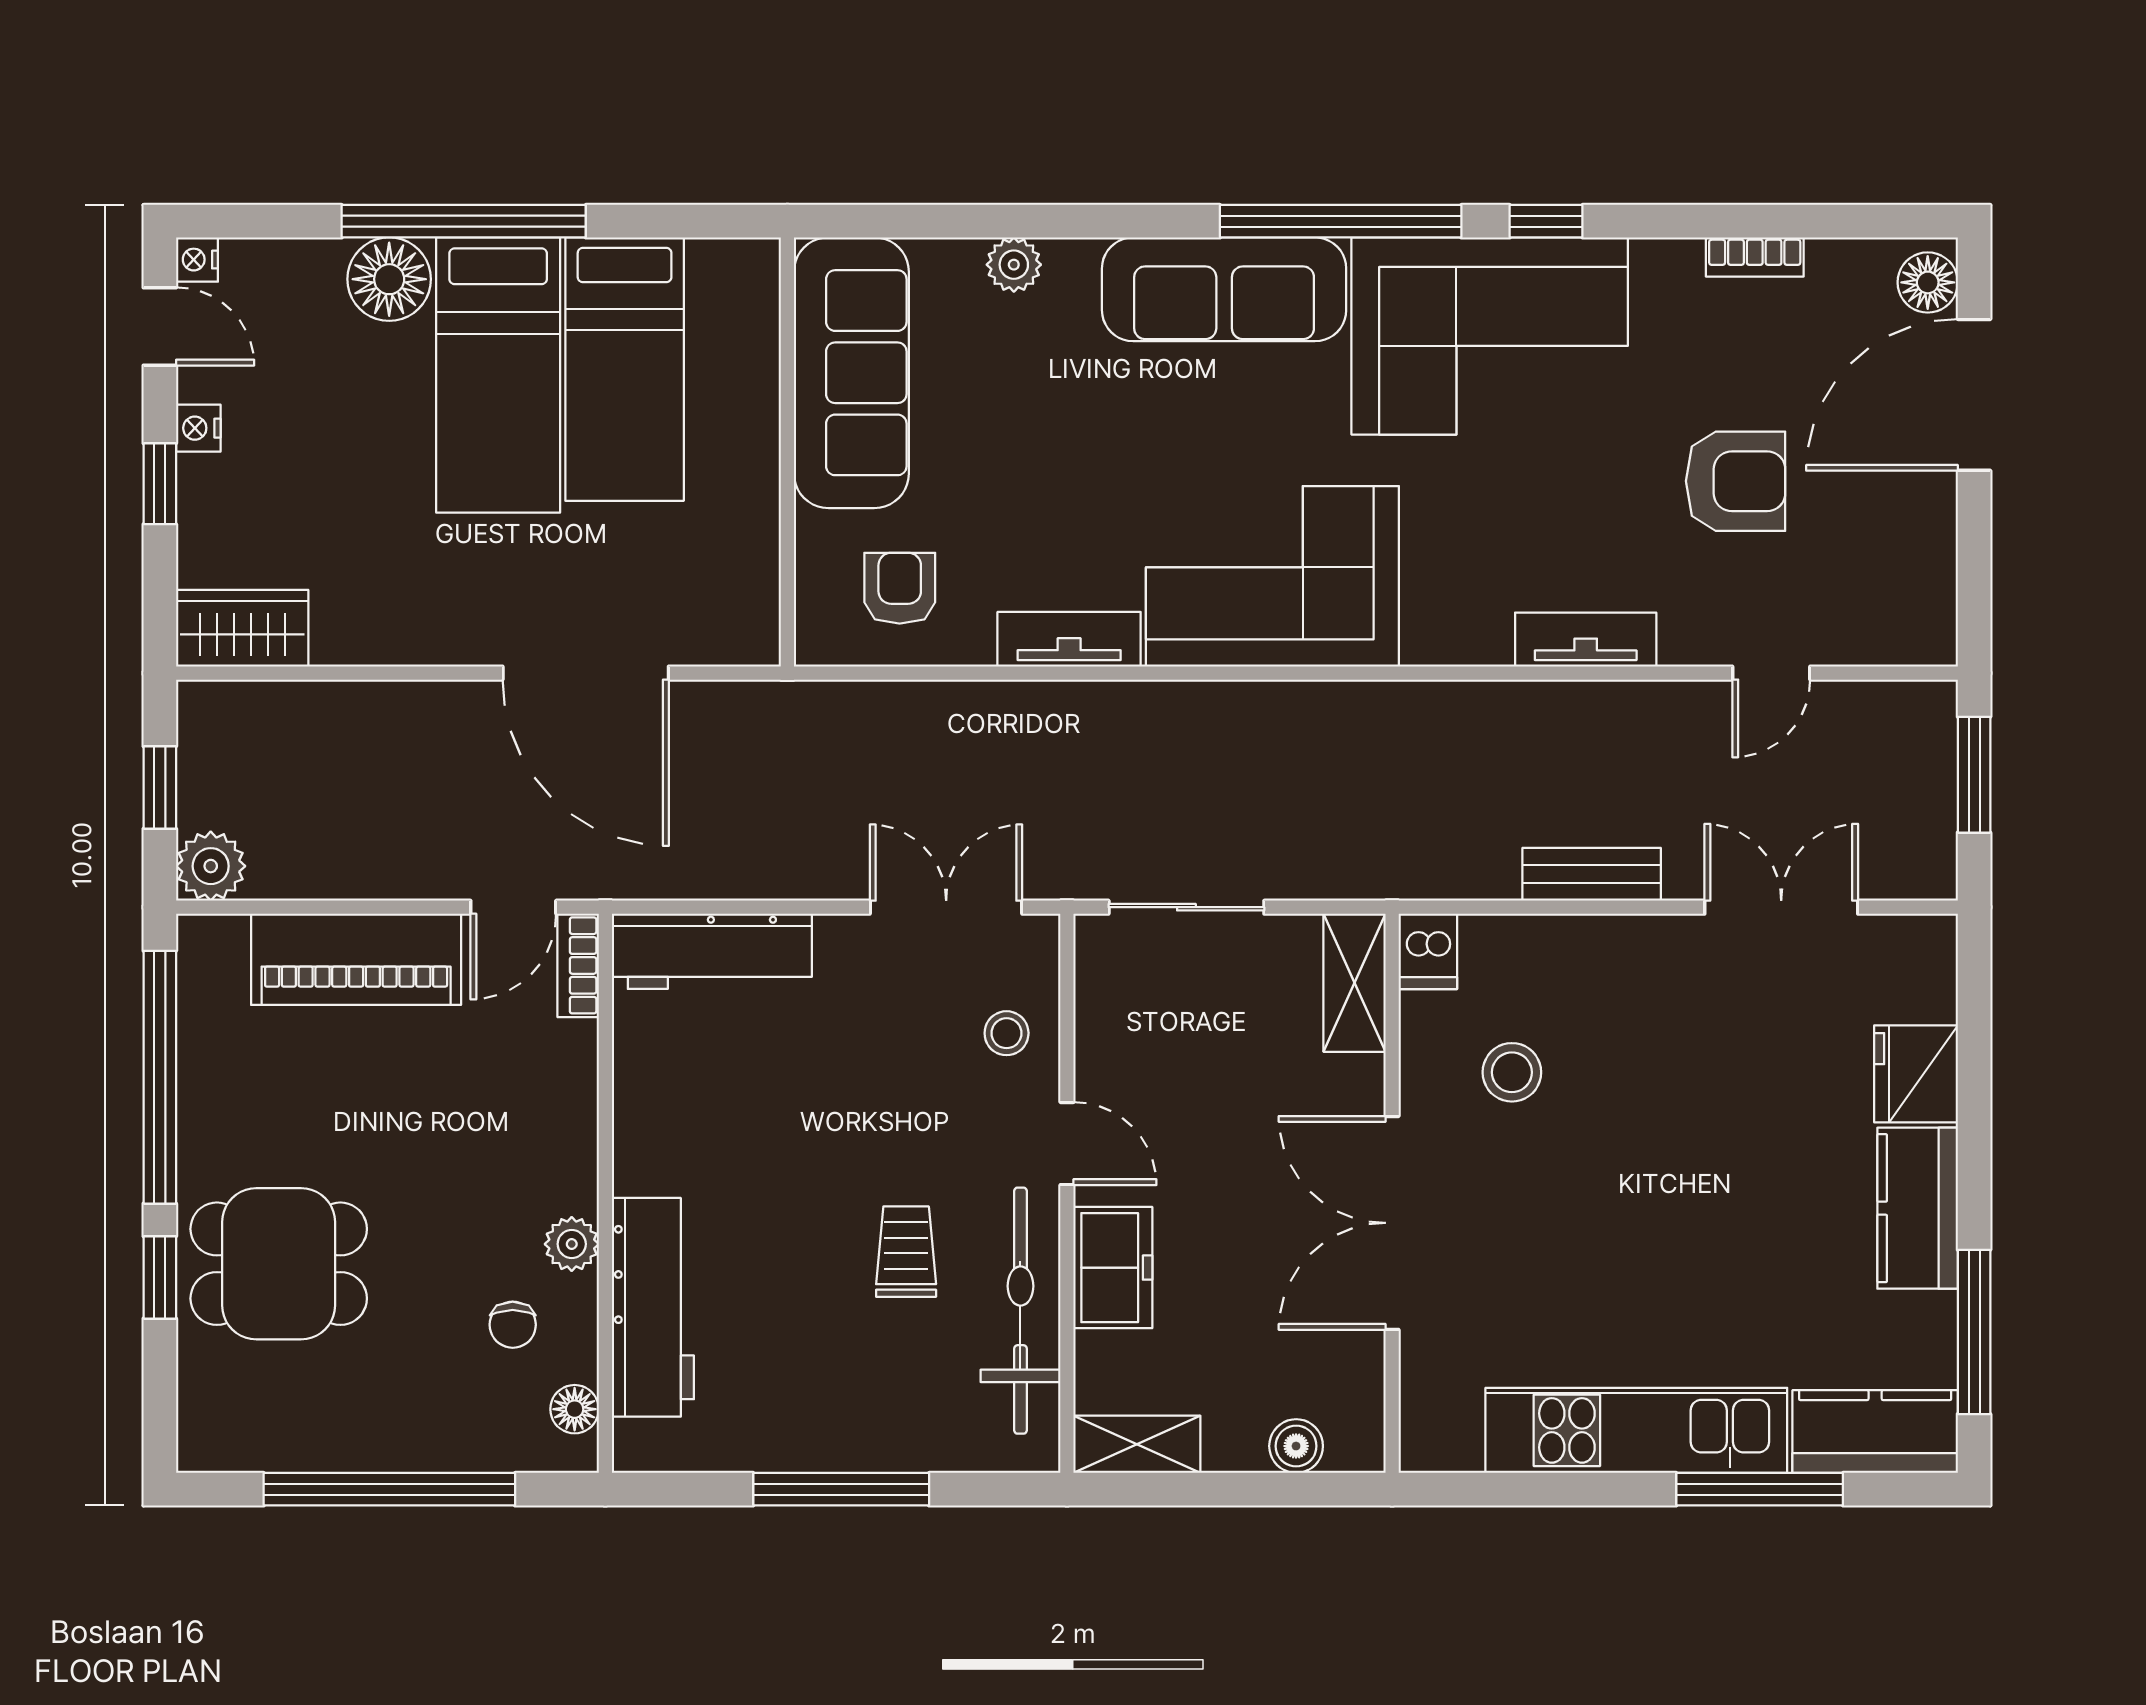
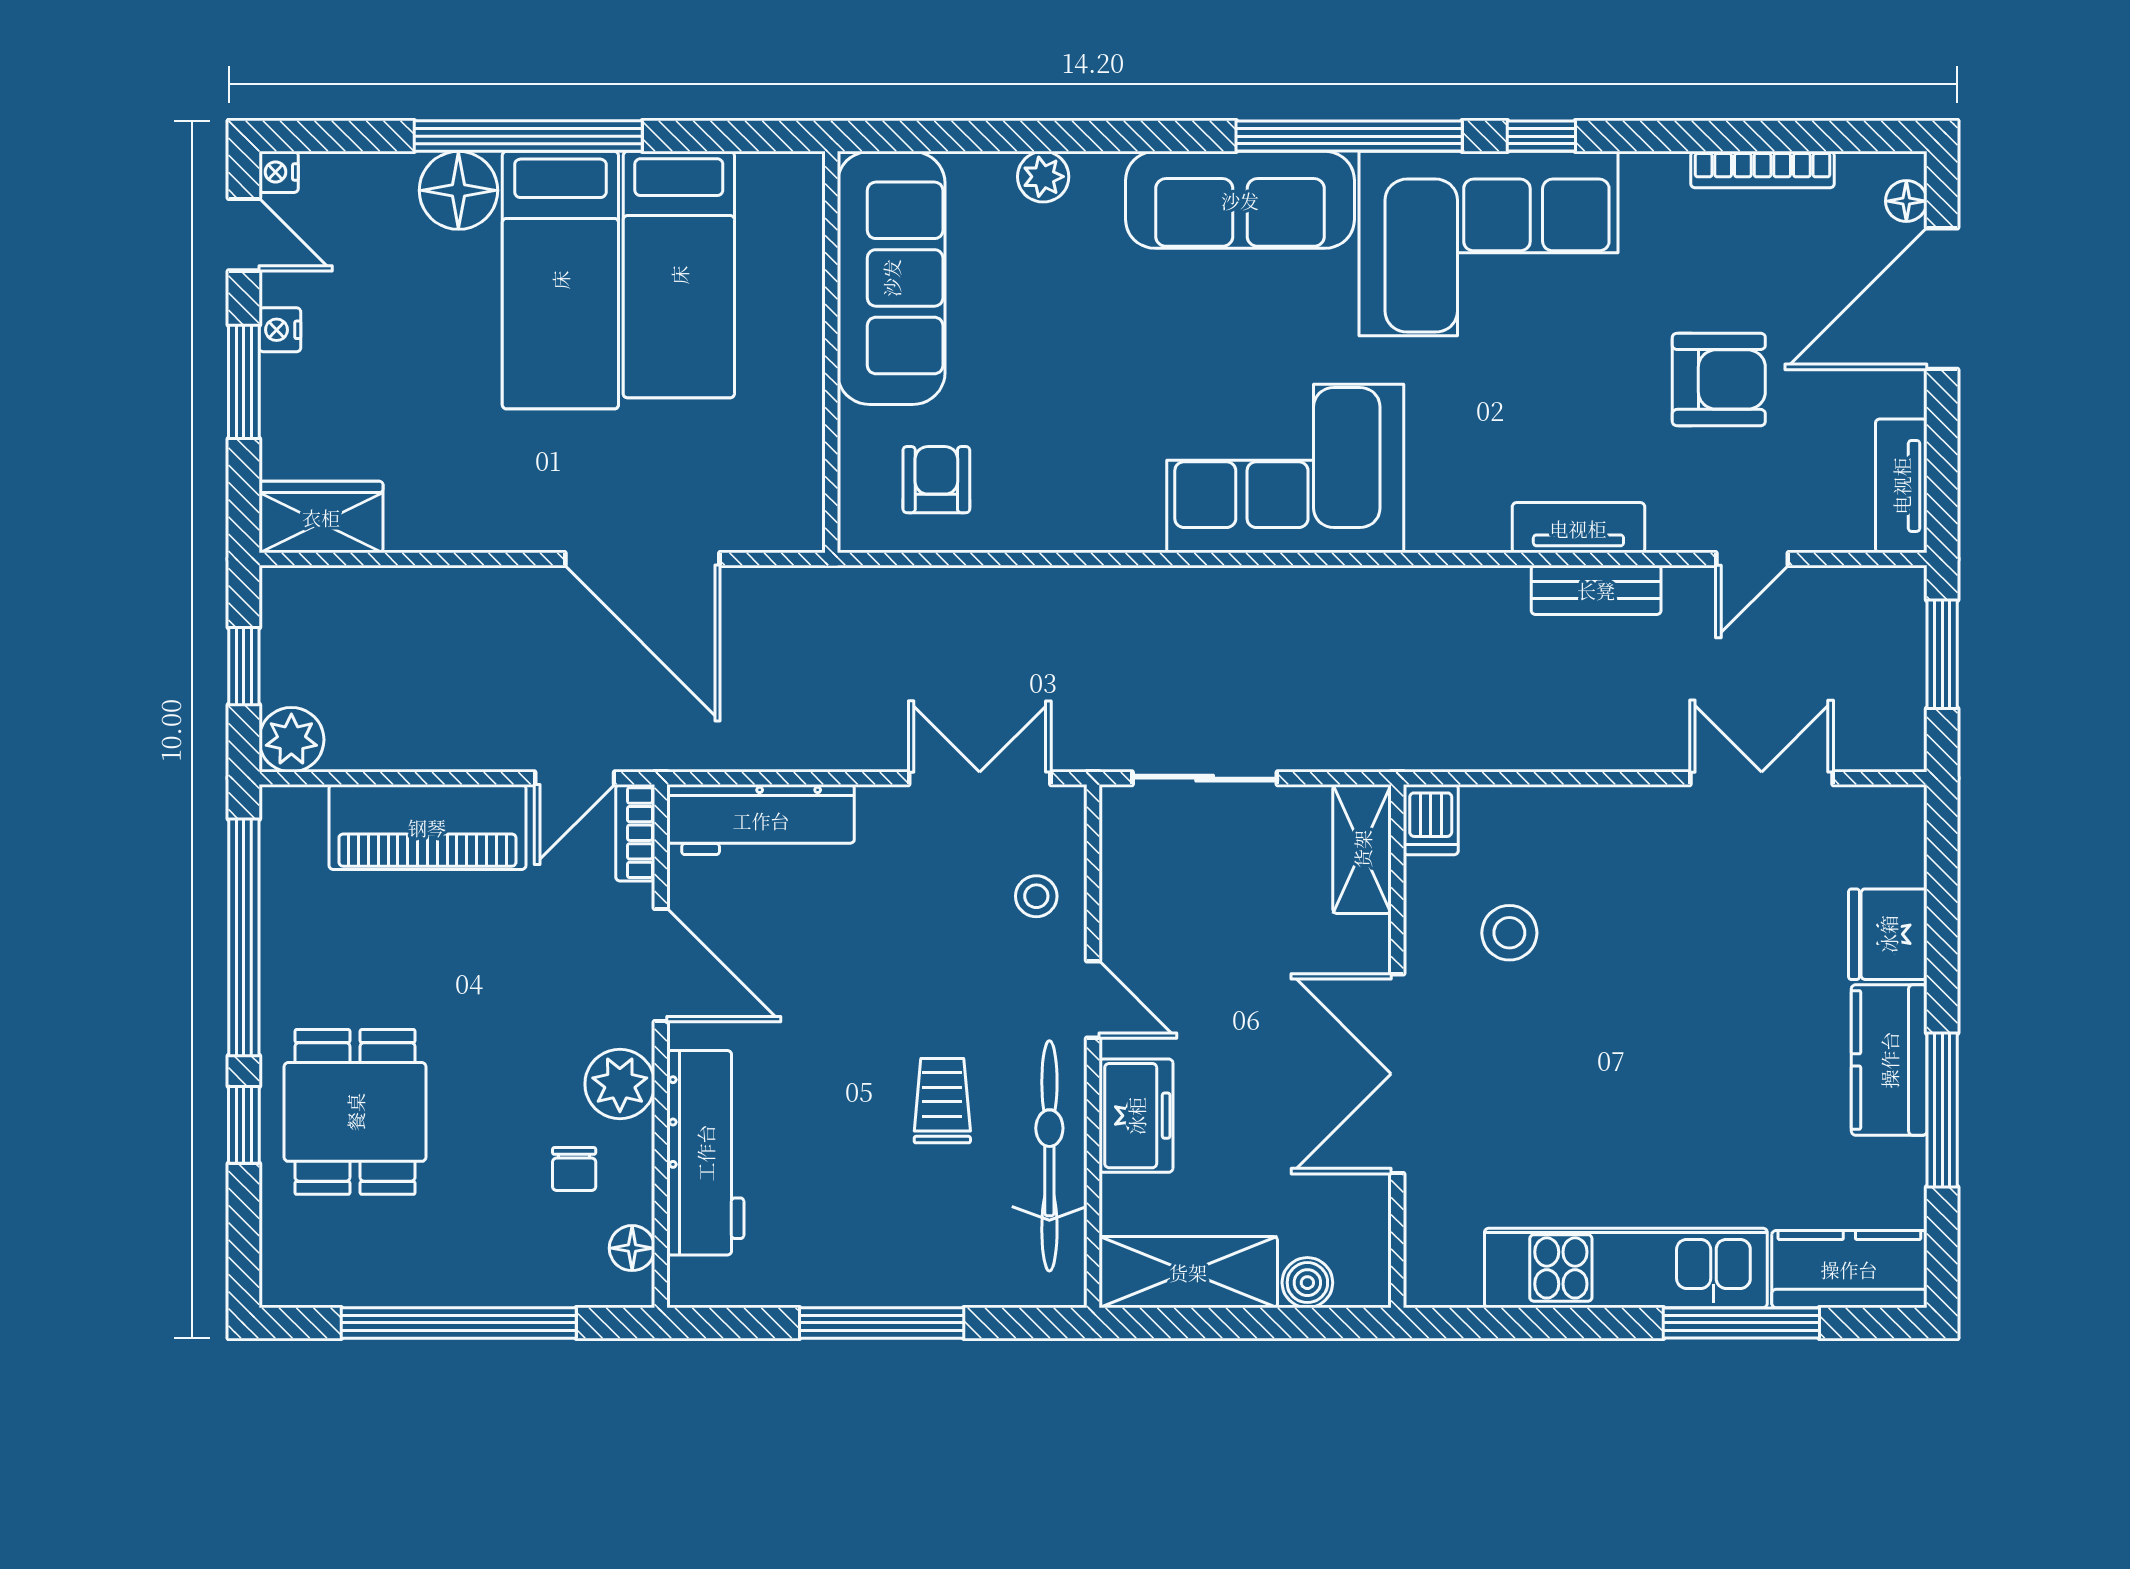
bookcase: (1755, 257) -> (1763, 170), width x1.56
floor lamp: (1928, 282) -> (1906, 201), width x0.73, depth x0.73
window: (160, 484) -> (244, 382), width x1.50
tv unit: (1069, 639) -> (1901, 486), moved, turned -90
bench: (1592, 874) -> (1596, 590), moved
door: (605, 1107) -> (661, 965), added
plant: (572, 1244) -> (620, 1084), width x1.38, depth x1.38
dining table: (279, 1264) -> (355, 1112), turned 90
window: (1974, 1332) -> (1942, 1110), moved
shelving: (1137, 1444) -> (1188, 1272), width x1.50, depth x1.33

